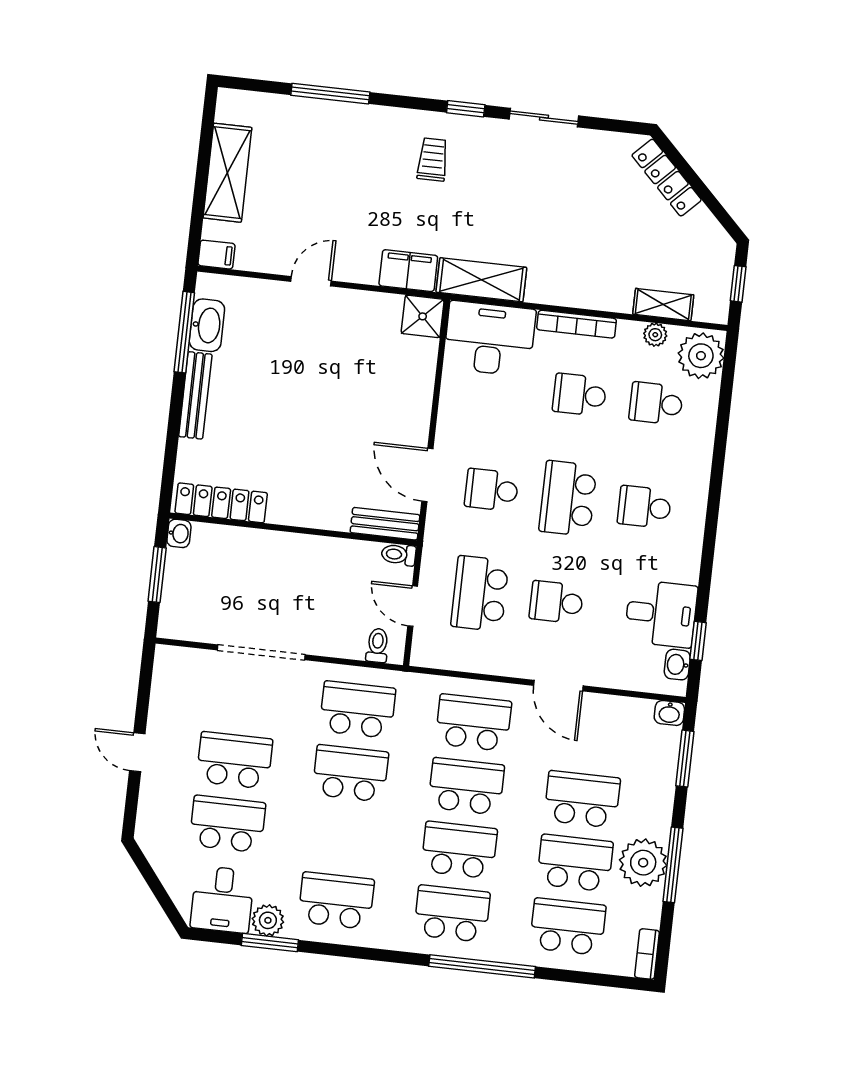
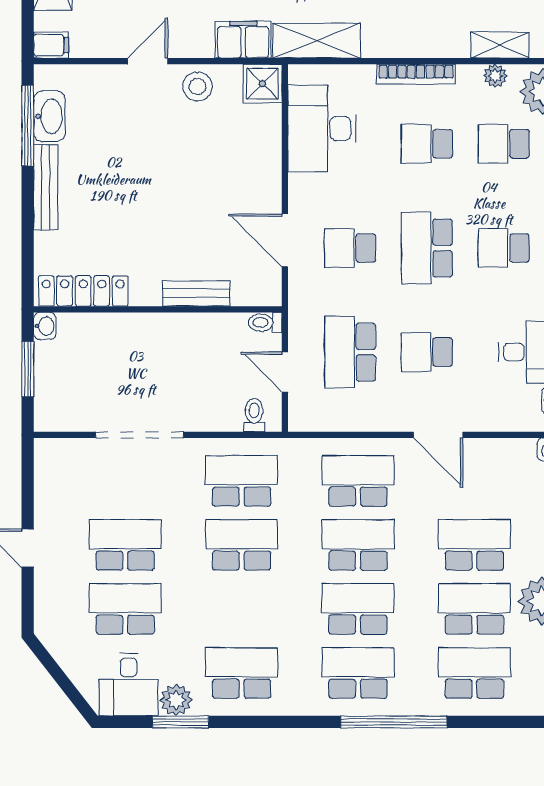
stool: (358, 312) -> (198, 87), added
desk: (489, 339) -> (322, 128), moved, turned -90
bench: (385, 524) -> (196, 293), moved

